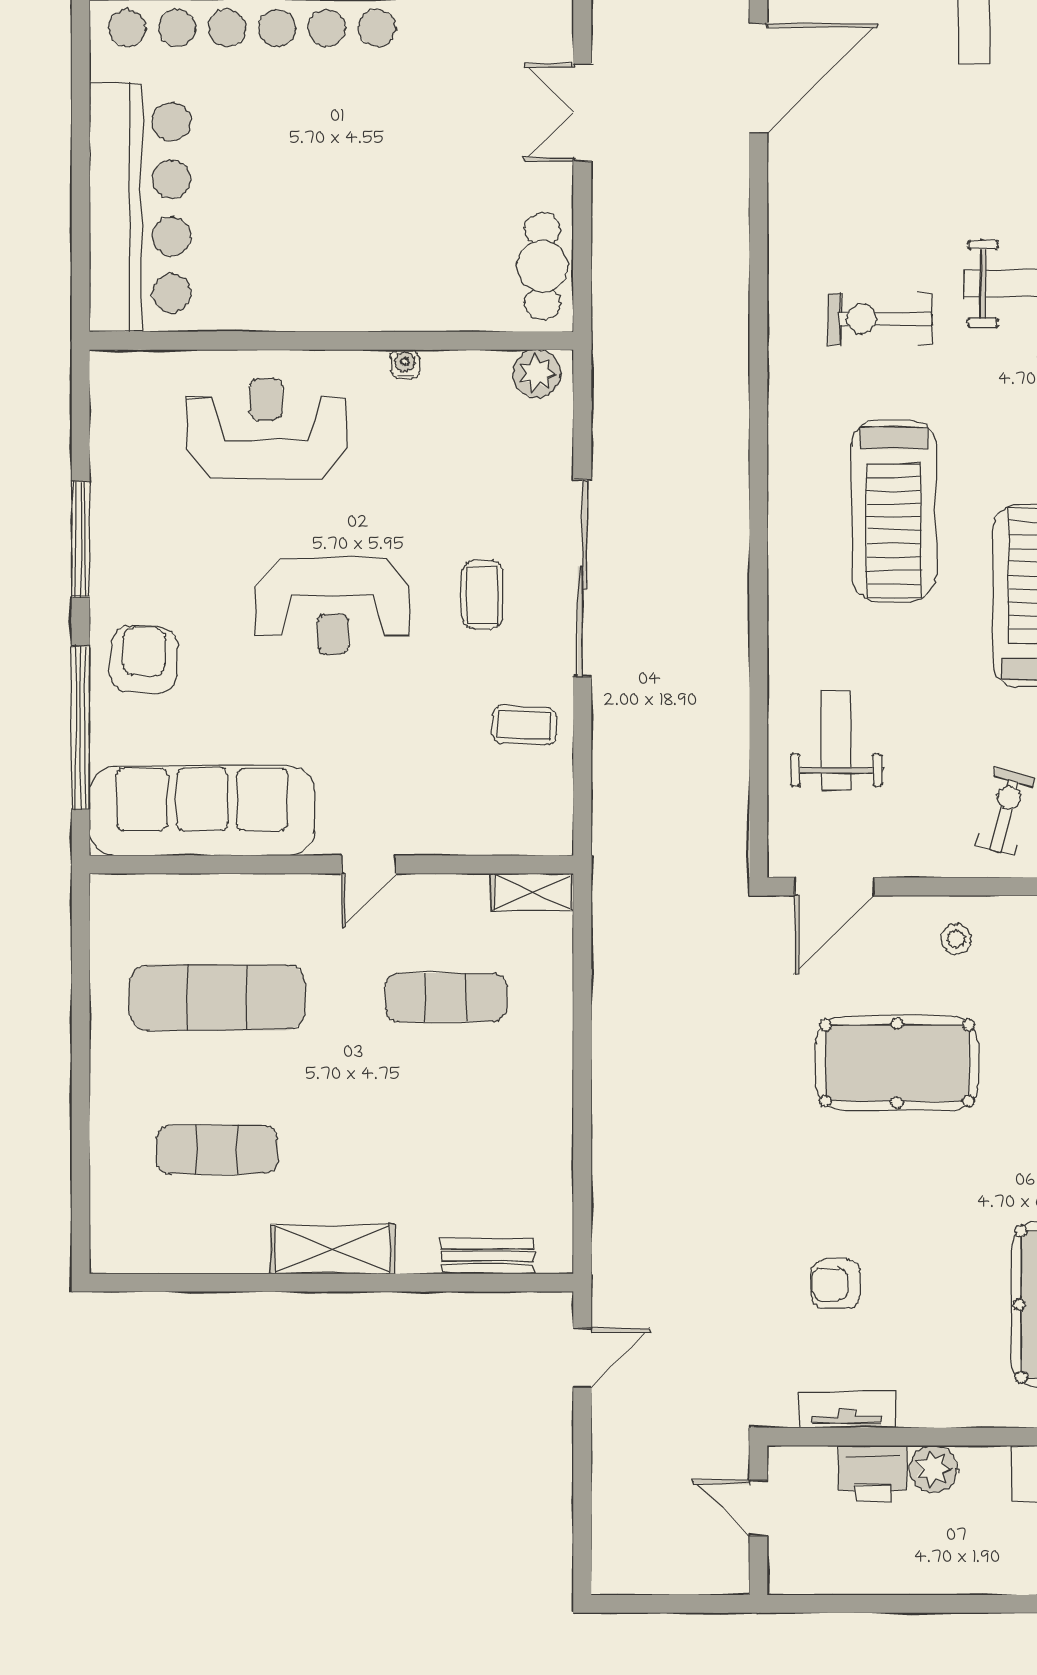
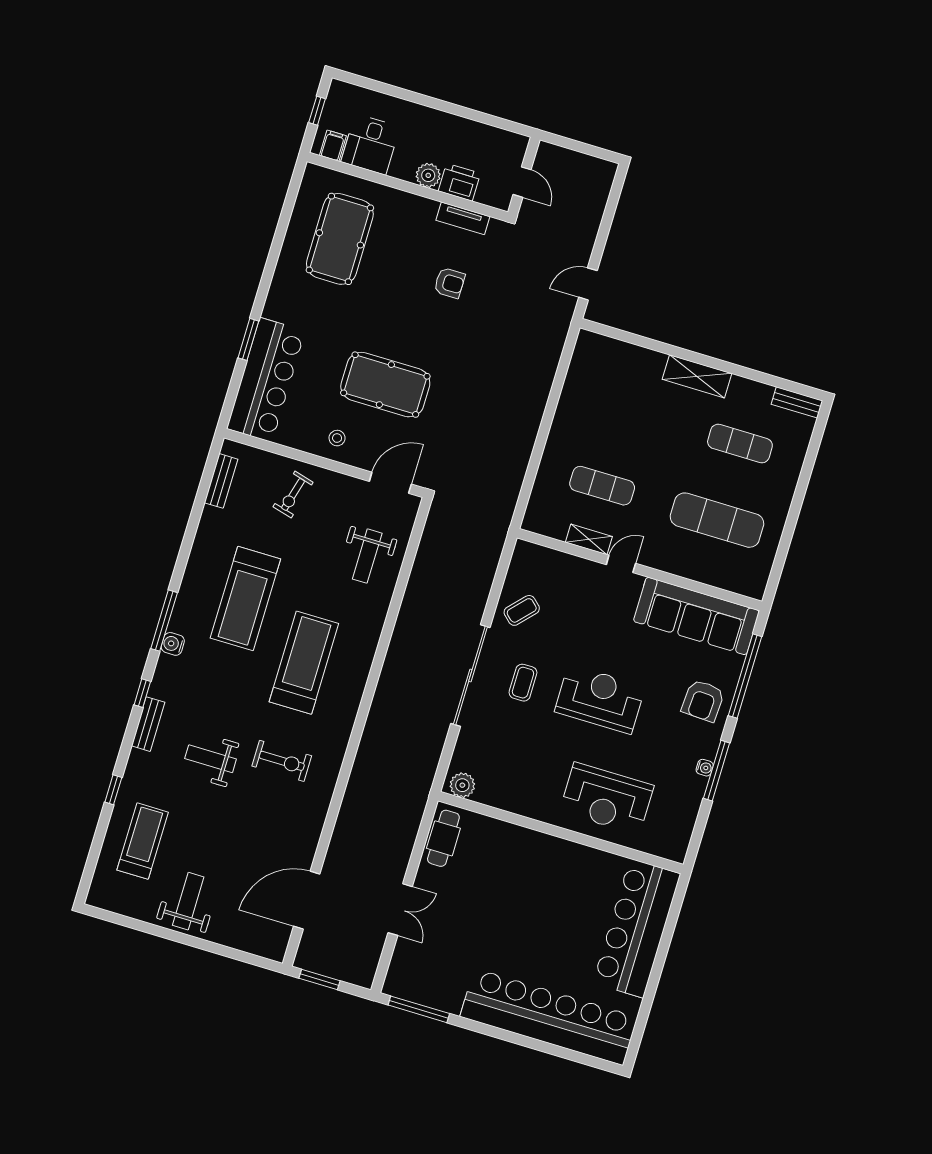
water cooler: (405, 364) -> (705, 768), moved, turned -90
coffee table: (524, 725) -> (522, 610), turned -49
shelving: (532, 892) -> (589, 539), moved
bench: (488, 1256) -> (797, 402), moved

